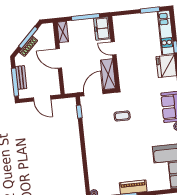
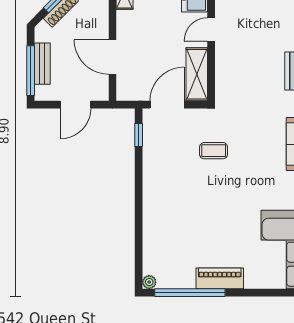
door: (114, 48) -> (211, 30), hinge flipped
door: (59, 59) -> (112, 57), moved
door: (42, 98) -> (75, 105), hinge flipped

